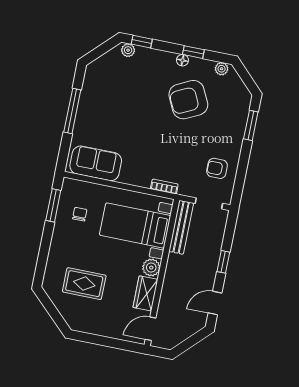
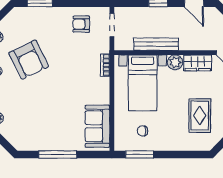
armchair: (217, 168) -> (81, 24), turned 90
bench: (181, 227) -> (156, 44), moved

